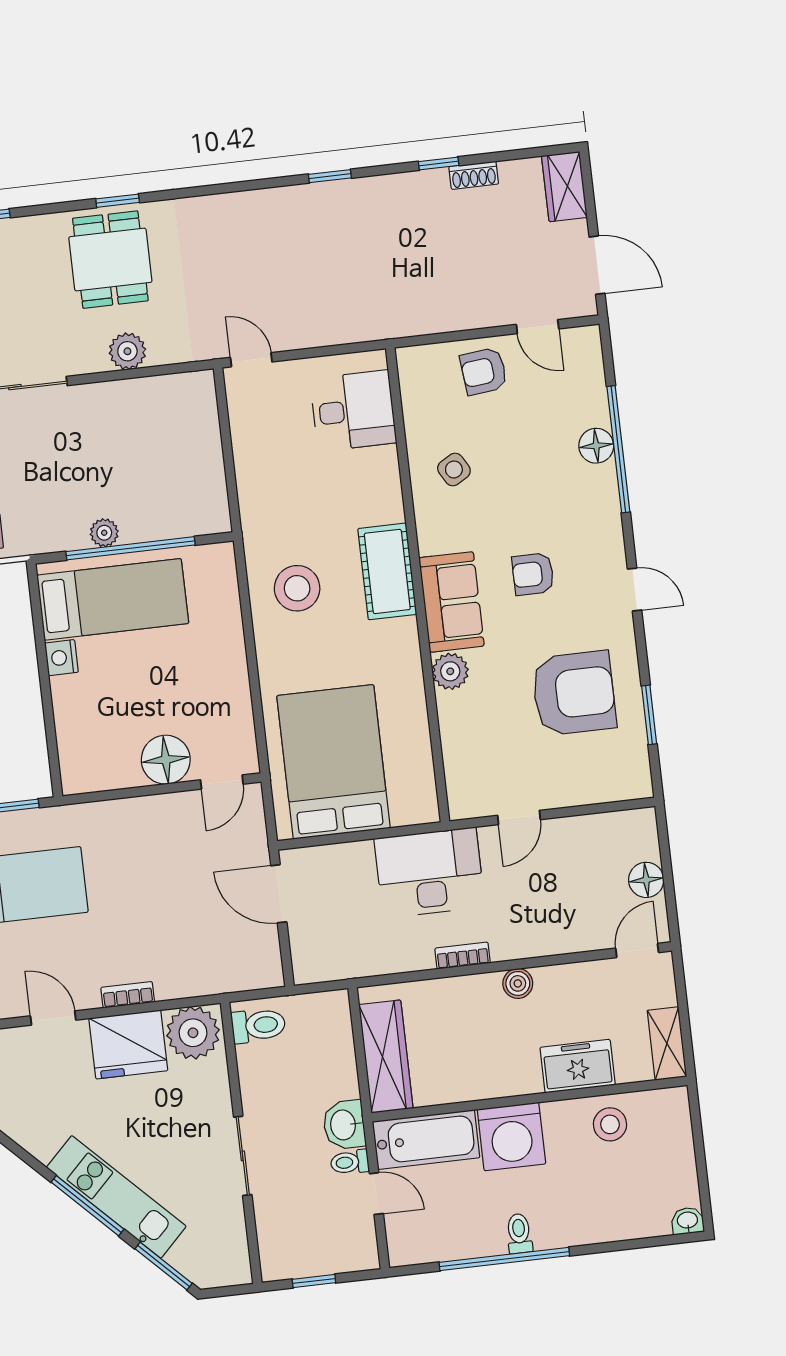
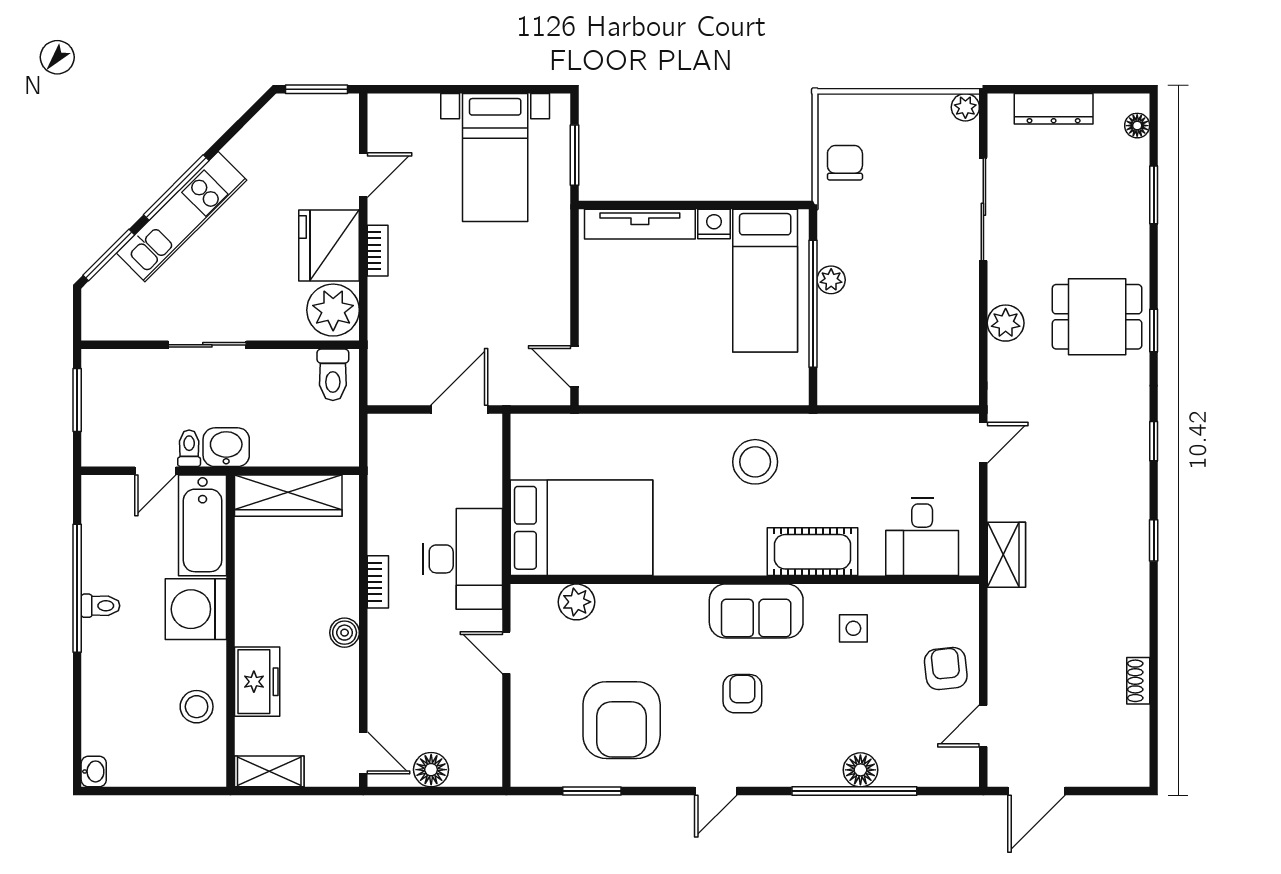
window: (439, 164) -> (1154, 441), moved
wardrobe: (564, 187) -> (1006, 555), moved, turned 90
side table: (454, 469) -> (853, 628), turned 30
cot: (387, 571) -> (813, 552), moved
sofa: (451, 602) -> (756, 611), moved
plant: (450, 671) -> (577, 602), moved
tv unit: (70, 733) -> (640, 224), added
floor lamp: (166, 760) -> (603, 314), removed
bed: (333, 762) -> (582, 528), moved
window: (314, 1281) -> (77, 400), width x1.50

